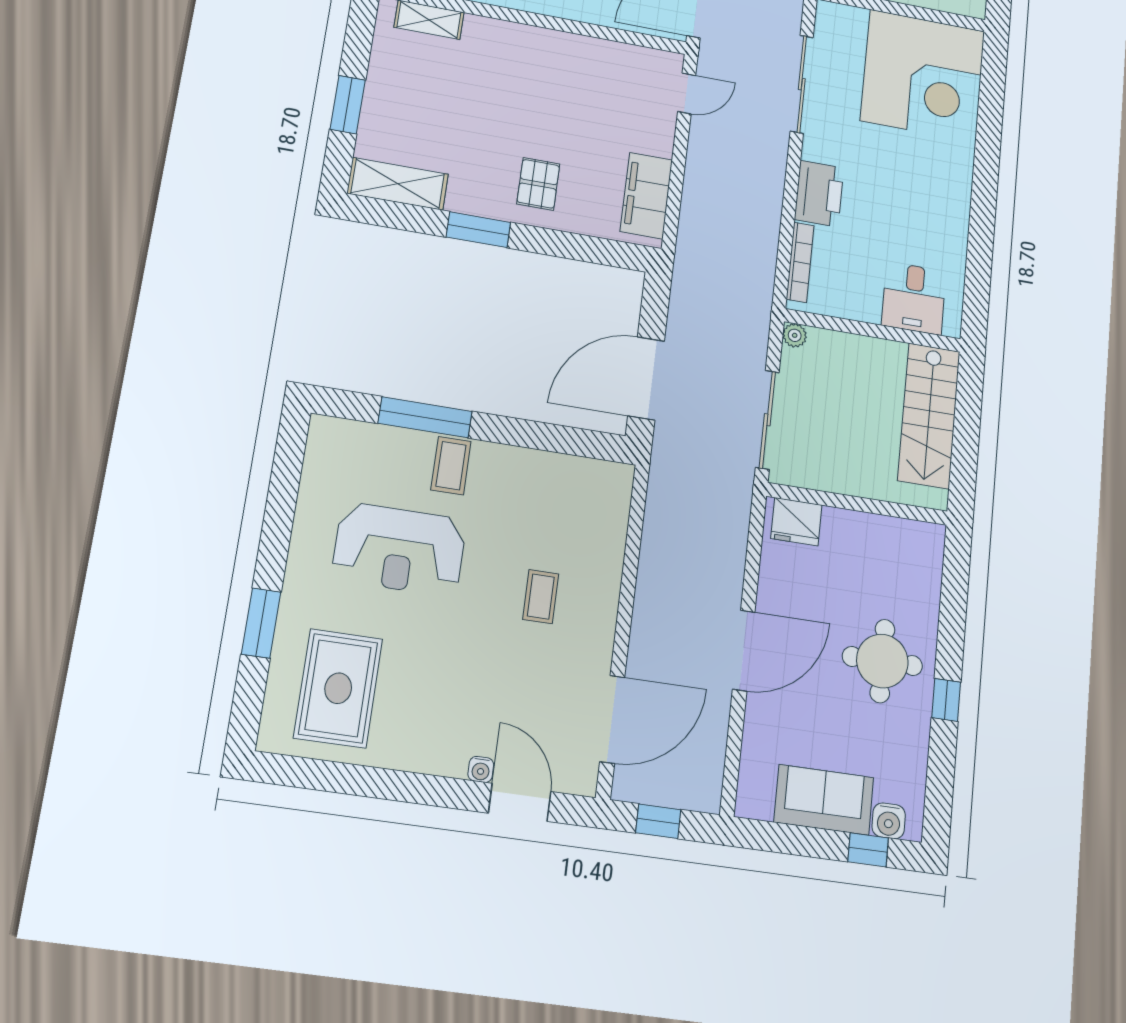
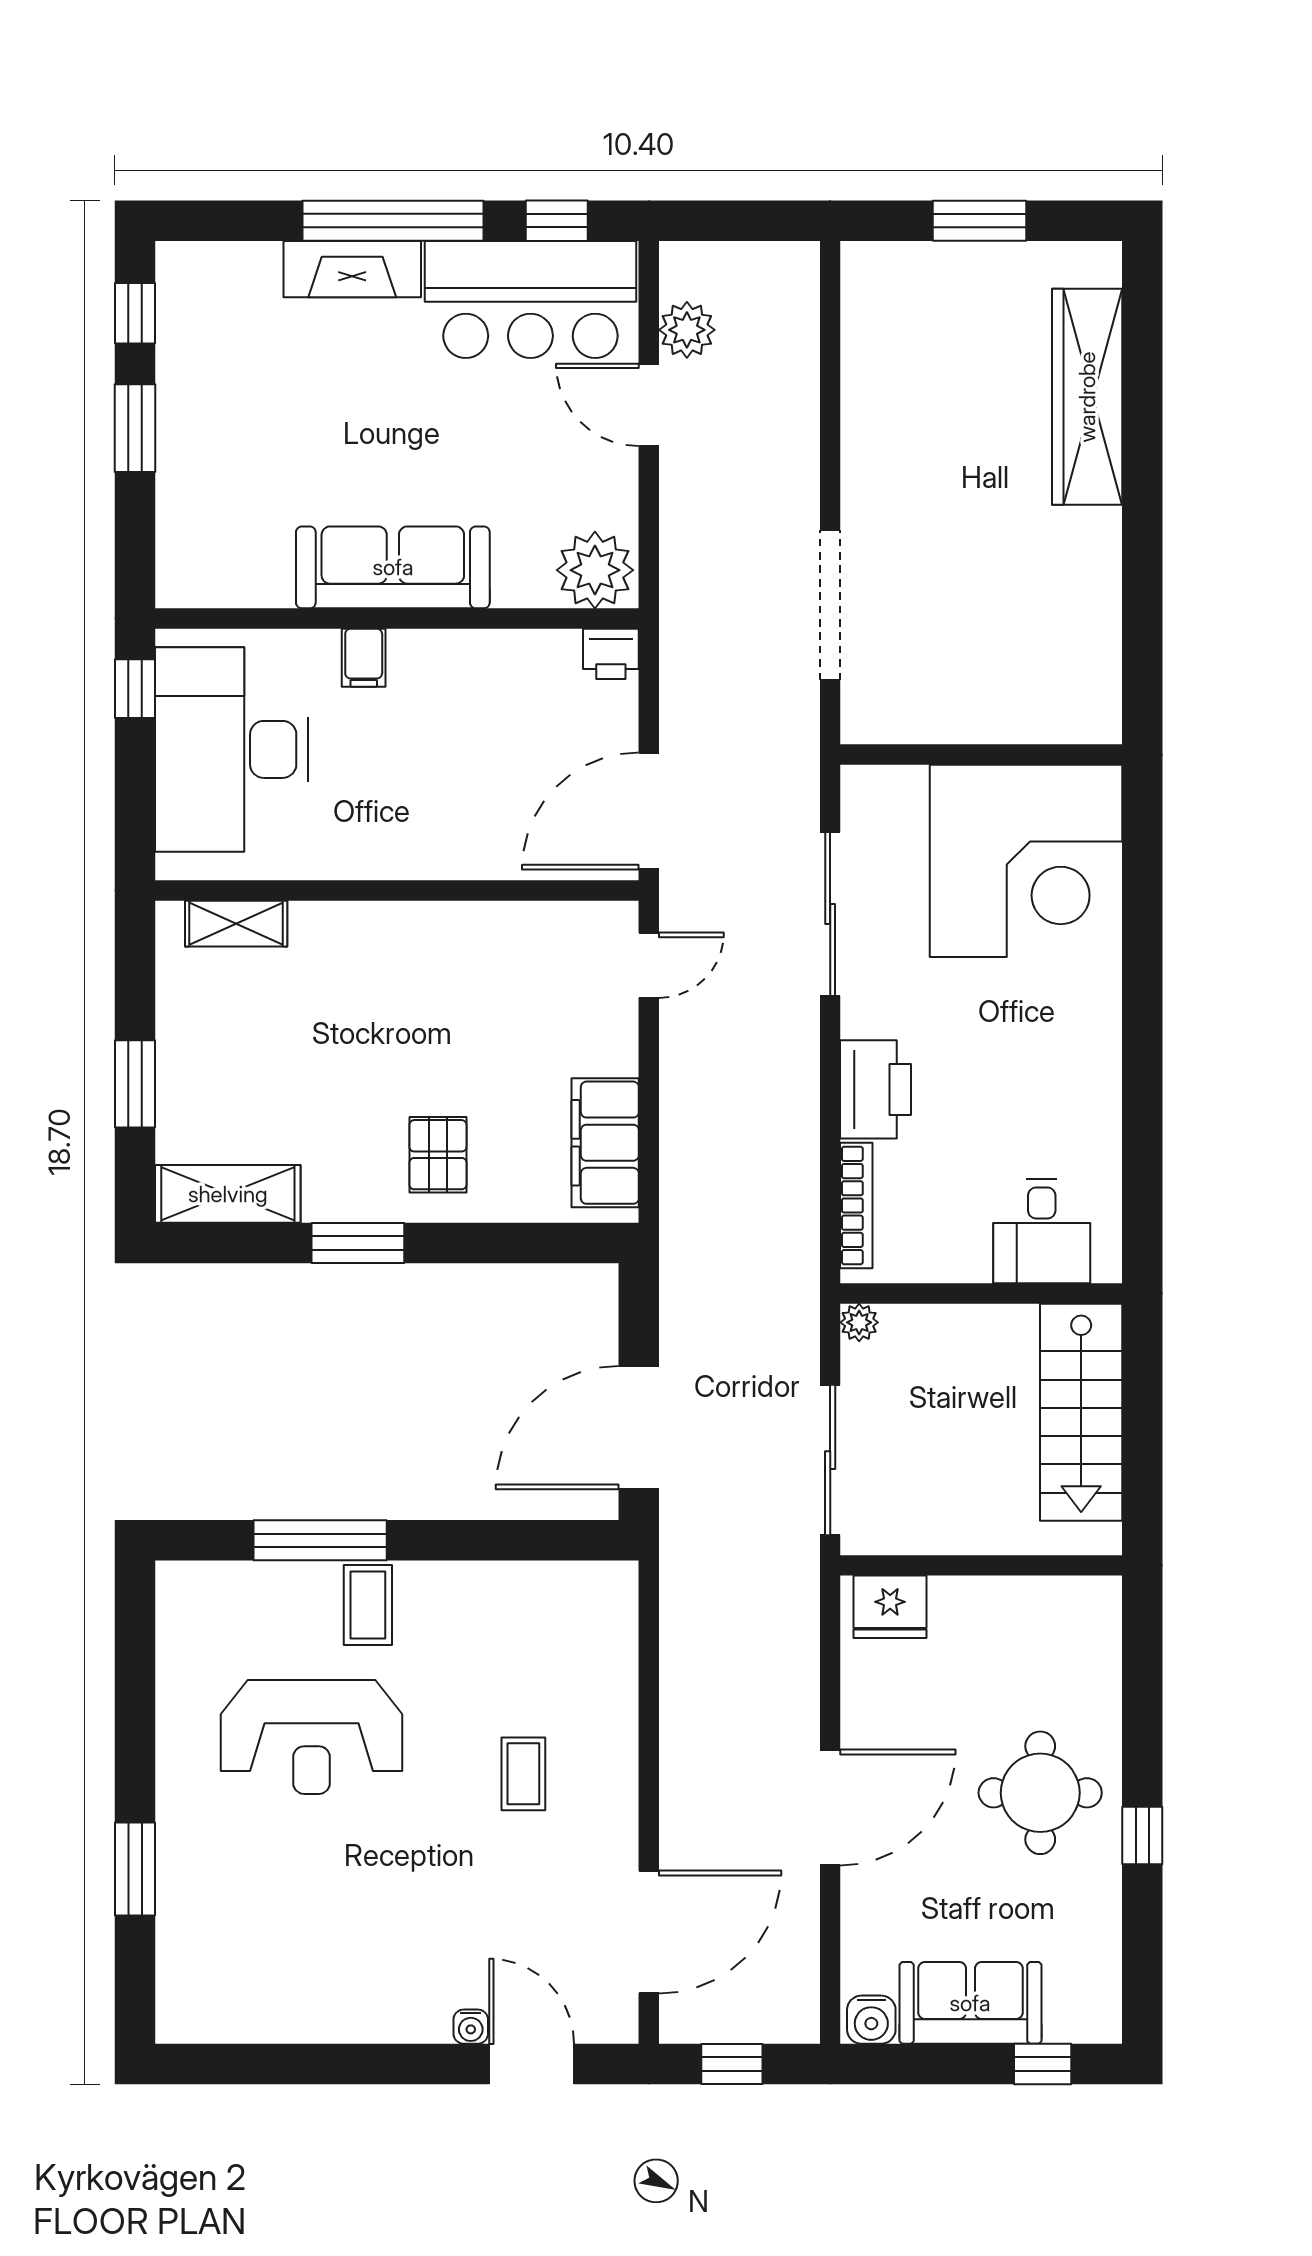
rug: (338, 688) -> (256, 1943), removed
water cooler: (889, 821) -> (871, 2020), moved

